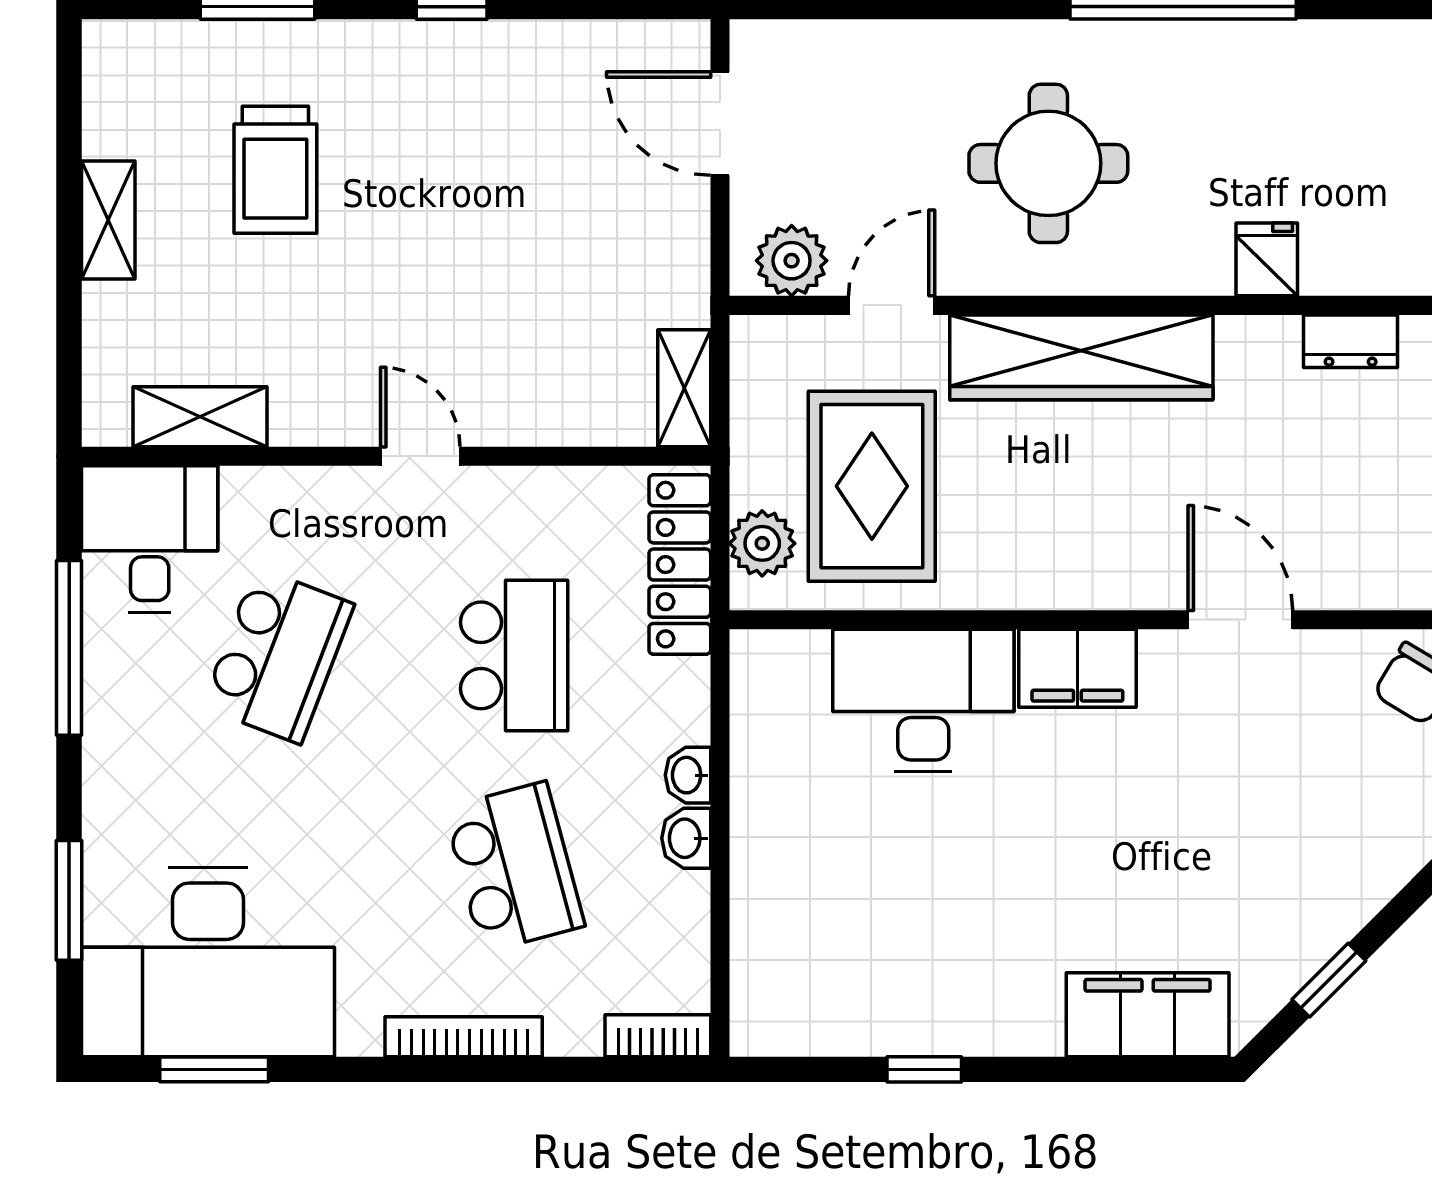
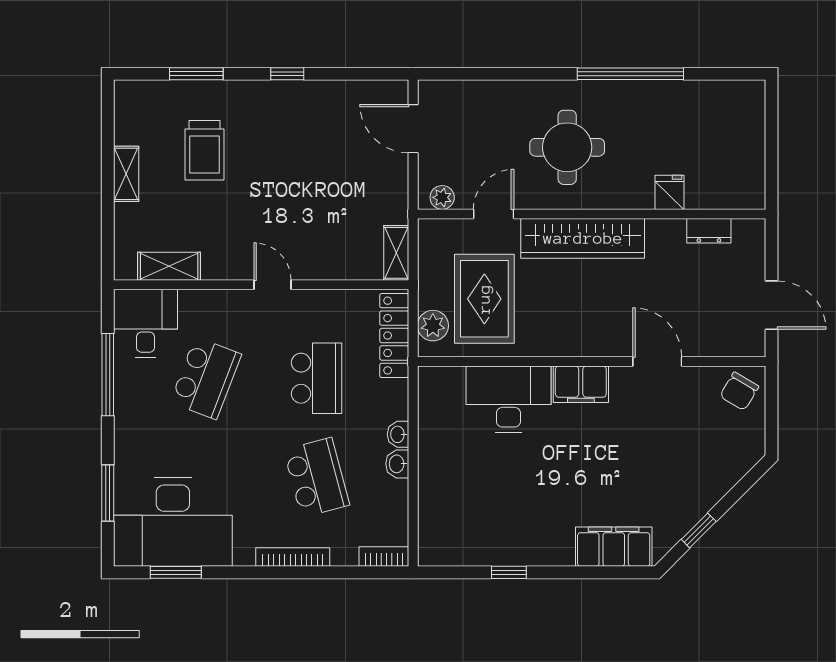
plant: (792, 261) -> (442, 197), width x0.73, depth x0.73

